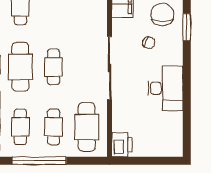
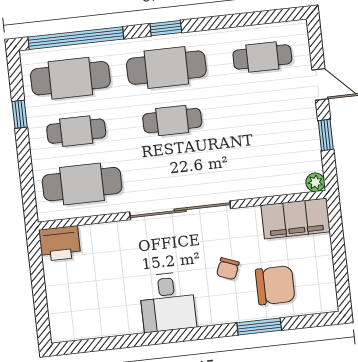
desk: (165, 88) -> (168, 302), width x0.73
cafe table: (20, 127) -> (70, 78), width x1.37, depth x1.35
window: (39, 161) -> (20, 114), width x0.32

